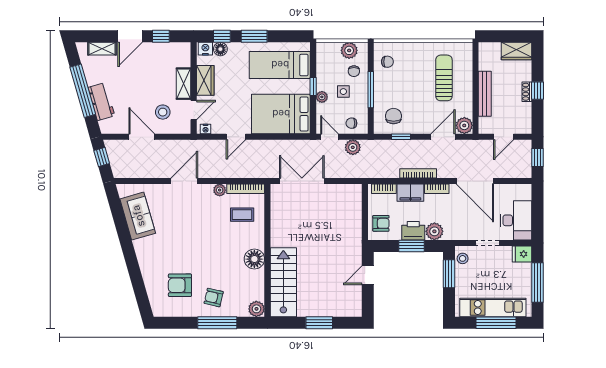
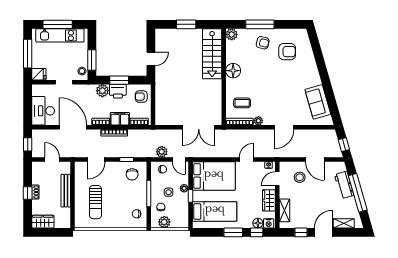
shelving: (184, 84) -> (285, 210), moved
plant: (464, 125) -> (81, 168), removed
door: (504, 137) -> (52, 159), hinge flipped
desk: (516, 220) -> (43, 111), moved

